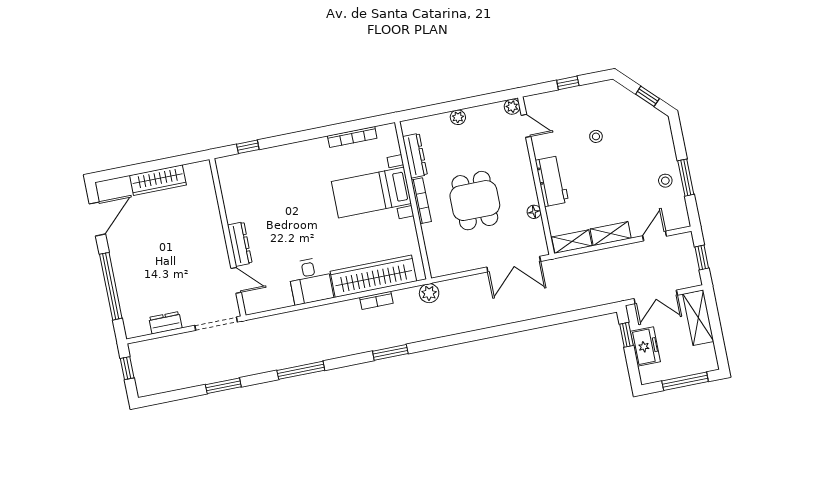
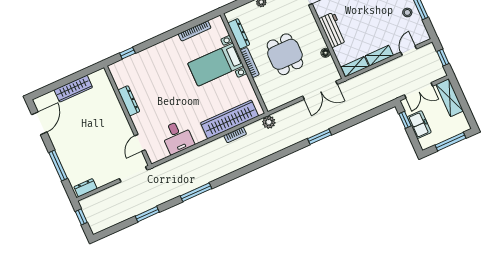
dresser: (240, 244) -> (129, 101), moved
door: (236, 280) -> (140, 143), swing flipped
desk: (310, 281) -> (177, 137), moved
window: (111, 286) -> (58, 166), width x0.68
dresser: (165, 323) -> (85, 188), moved
window: (390, 352) -> (319, 137), moved

